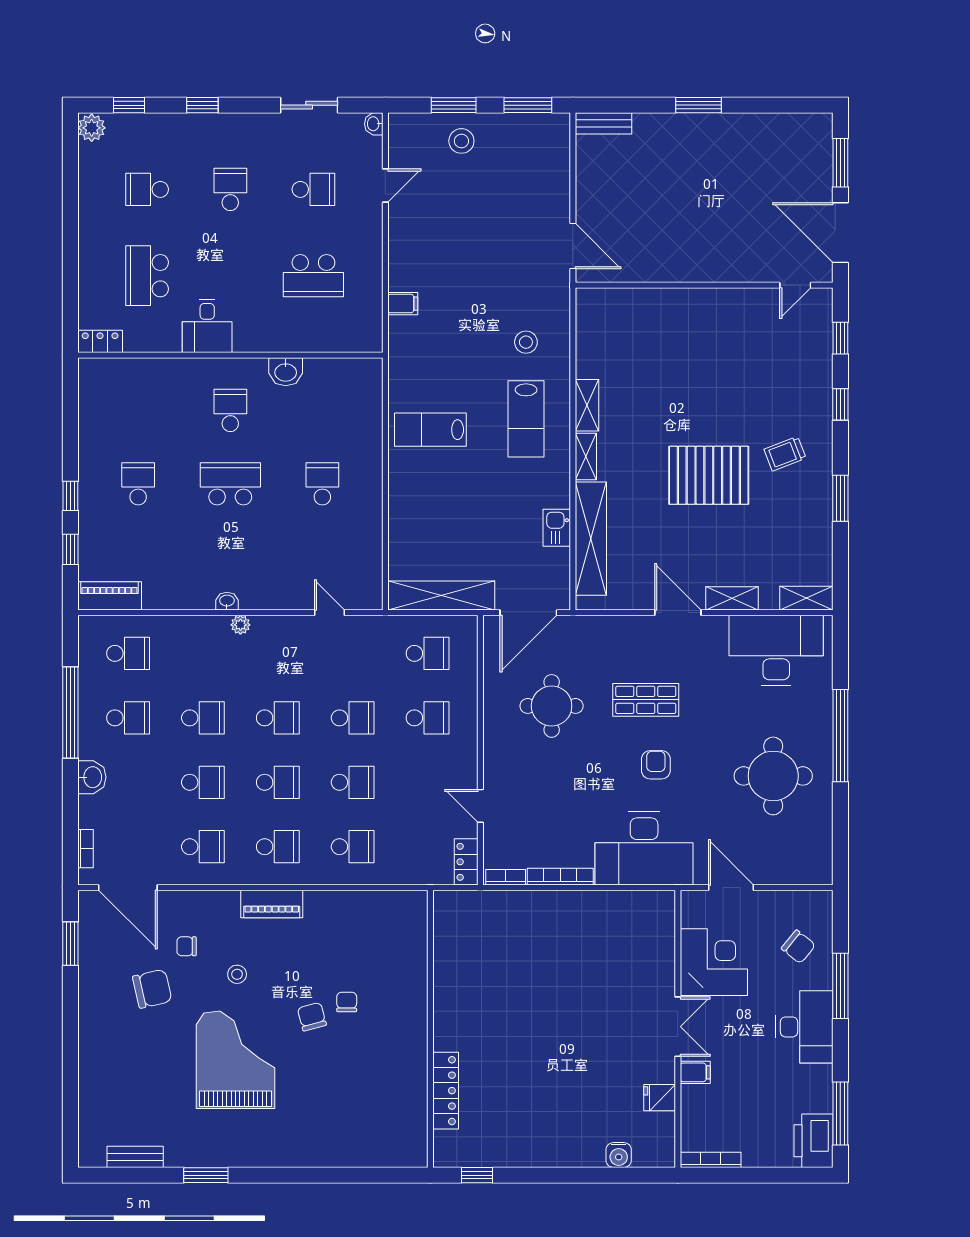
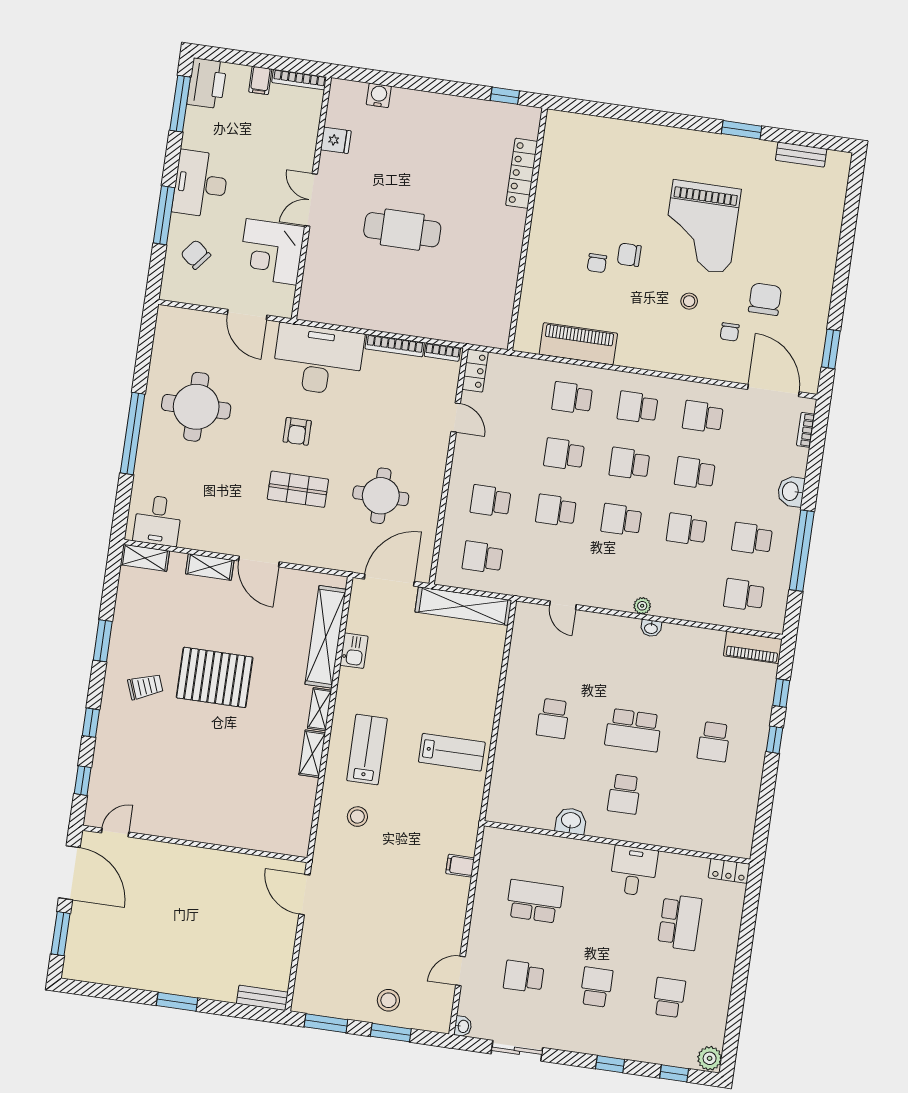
school desk: (147, 189) -> (669, 997), turned -90
school desk: (230, 189) -> (596, 987), turned 180
desk: (776, 650) -> (158, 520), width x0.53, depth x0.77
piano: (272, 904) -> (578, 344), moved, width x1.37, depth x1.33
chair: (187, 946) -> (730, 332), turned 90
chair: (152, 989) -> (765, 299), turned 103
cafe table: (571, 1008) -> (402, 230), added
chair: (312, 1017) -> (629, 255), turned 105
filing cabinet: (695, 1072) -> (260, 80), moved, turned -90

